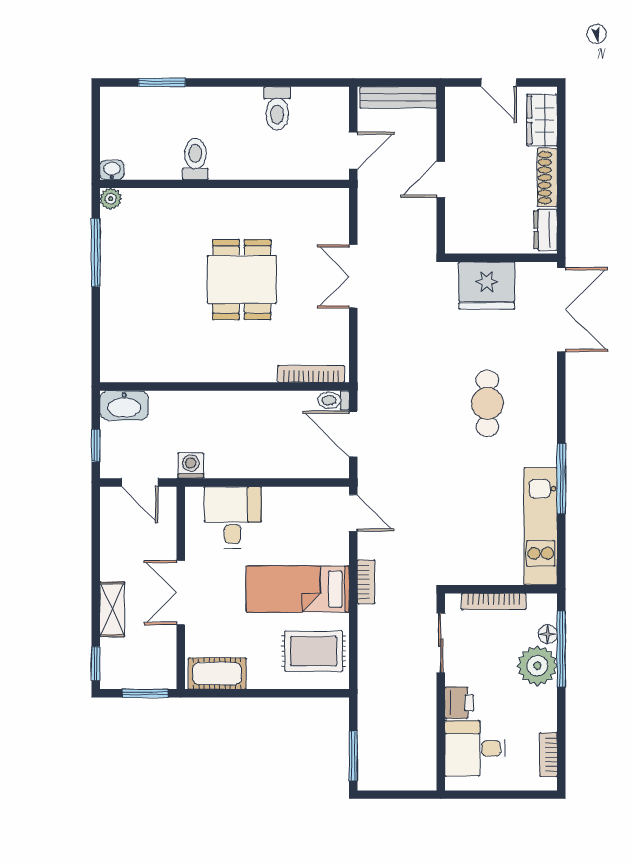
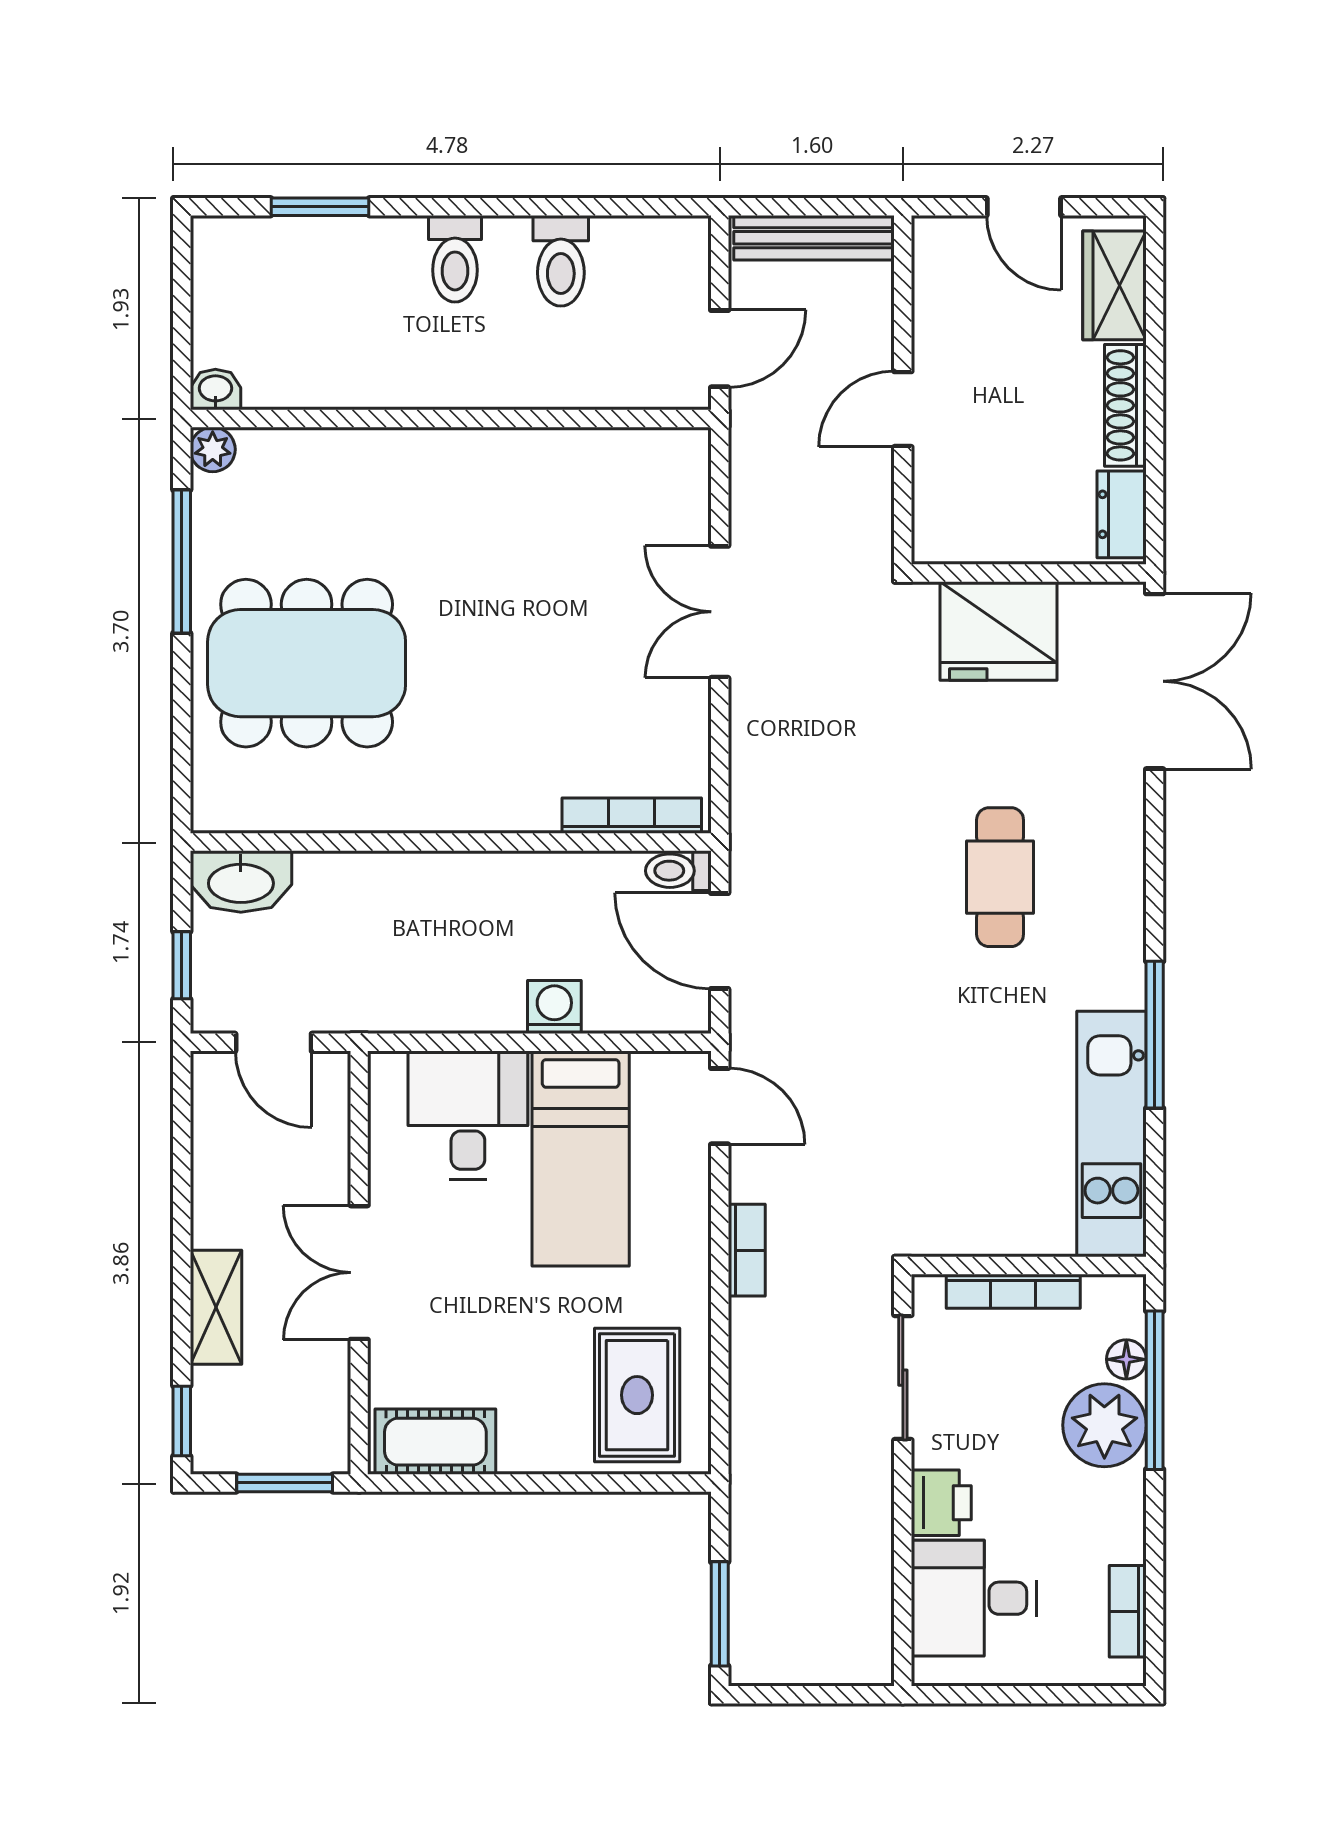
toilet: (195, 159) -> (455, 259), moved, turned 180
dining table: (242, 280) -> (307, 663), moved, width x1.38
washing machine: (191, 466) -> (554, 1007), moved
bed: (298, 589) -> (581, 1158), moved, turned -90
rug: (314, 651) -> (637, 1395), turned 90

